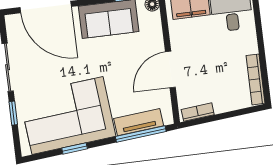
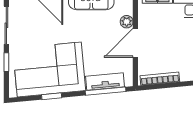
plant: (156, 45) -> (127, 22), added
bookcase: (198, 112) -> (160, 79), width x1.56

